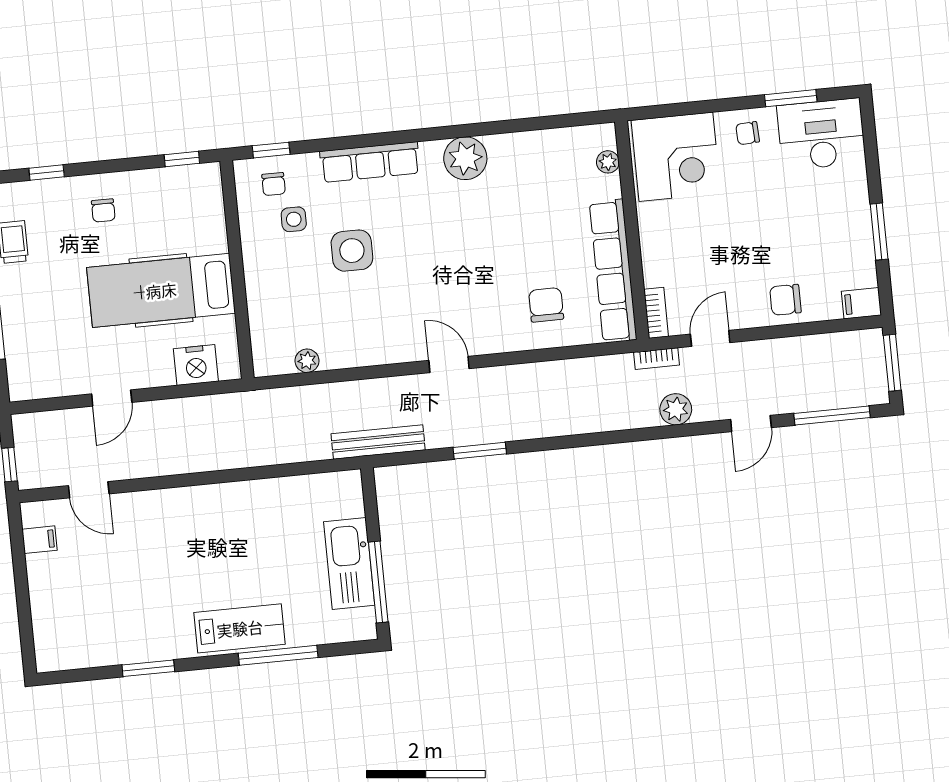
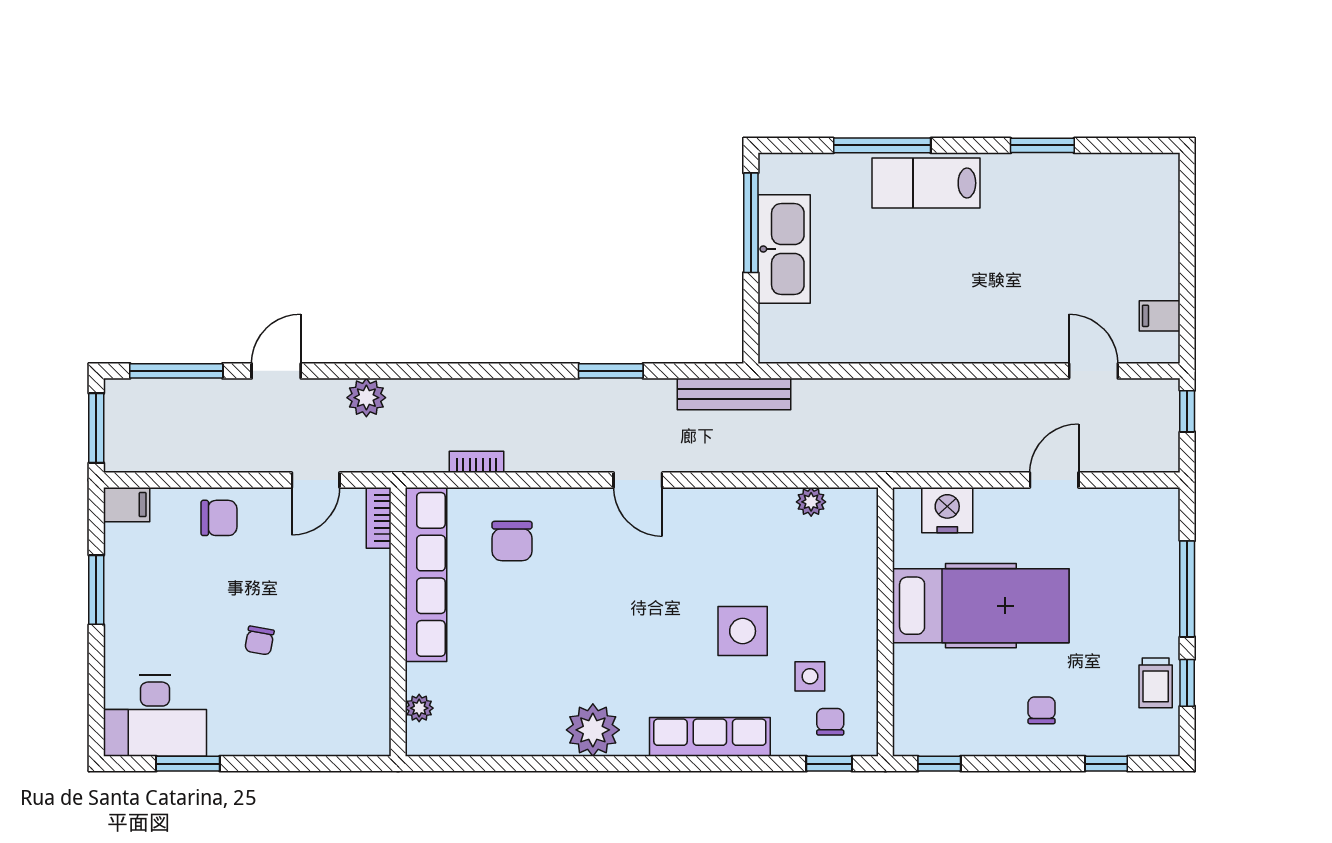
chair: (748, 133) -> (259, 641), moved, turned 103
corner desk: (676, 157) -> (335, 706), removed
bookcase: (656, 359) -> (476, 462), moved

